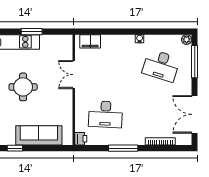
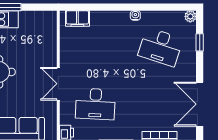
window: (195, 62) -> (200, 42), width x0.46
double door: (74, 75) -> (58, 84), moved

